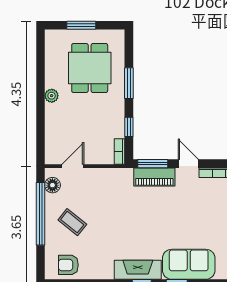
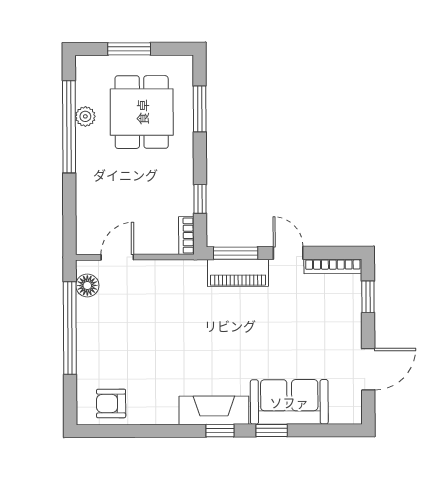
window: (41, 78) -> (69, 127), added
window: (129, 83) -> (200, 109), moved
plant: (52, 96) -> (85, 116), moved
coffee table: (72, 222) -> (117, 340), removed

